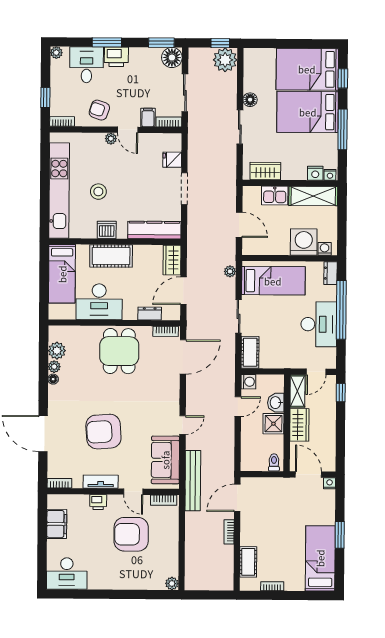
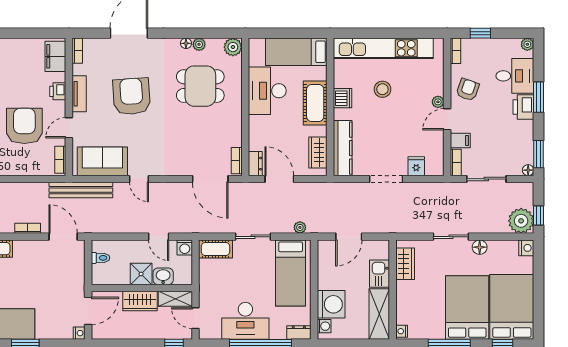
floor lamp: (172, 58) -> (528, 170), width x0.53, depth x0.53
nightstand: (315, 173) -> (526, 248), moved, turned 180
wardrobe: (172, 260) -> (318, 153), moved, turned -90
dresser: (150, 314) -> (255, 164), moved
plant: (57, 351) -> (233, 47), moved
dining table: (119, 351) -> (200, 86), moved
toilet: (274, 462) -> (101, 258), moved
filing cabinet: (57, 524) -> (55, 56), moved, turned 90

